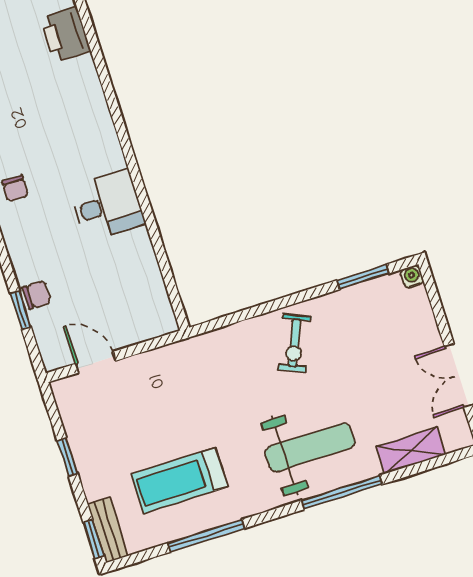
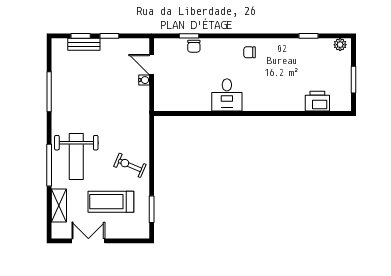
water cooler: (412, 277) -> (144, 80), moved
door: (96, 362) -> (152, 65), swing flipped
treadmill: (179, 480) -> (111, 202), moved, turned -90
bench: (108, 530) -> (84, 44), moved
window: (94, 539) -> (81, 36), moved

